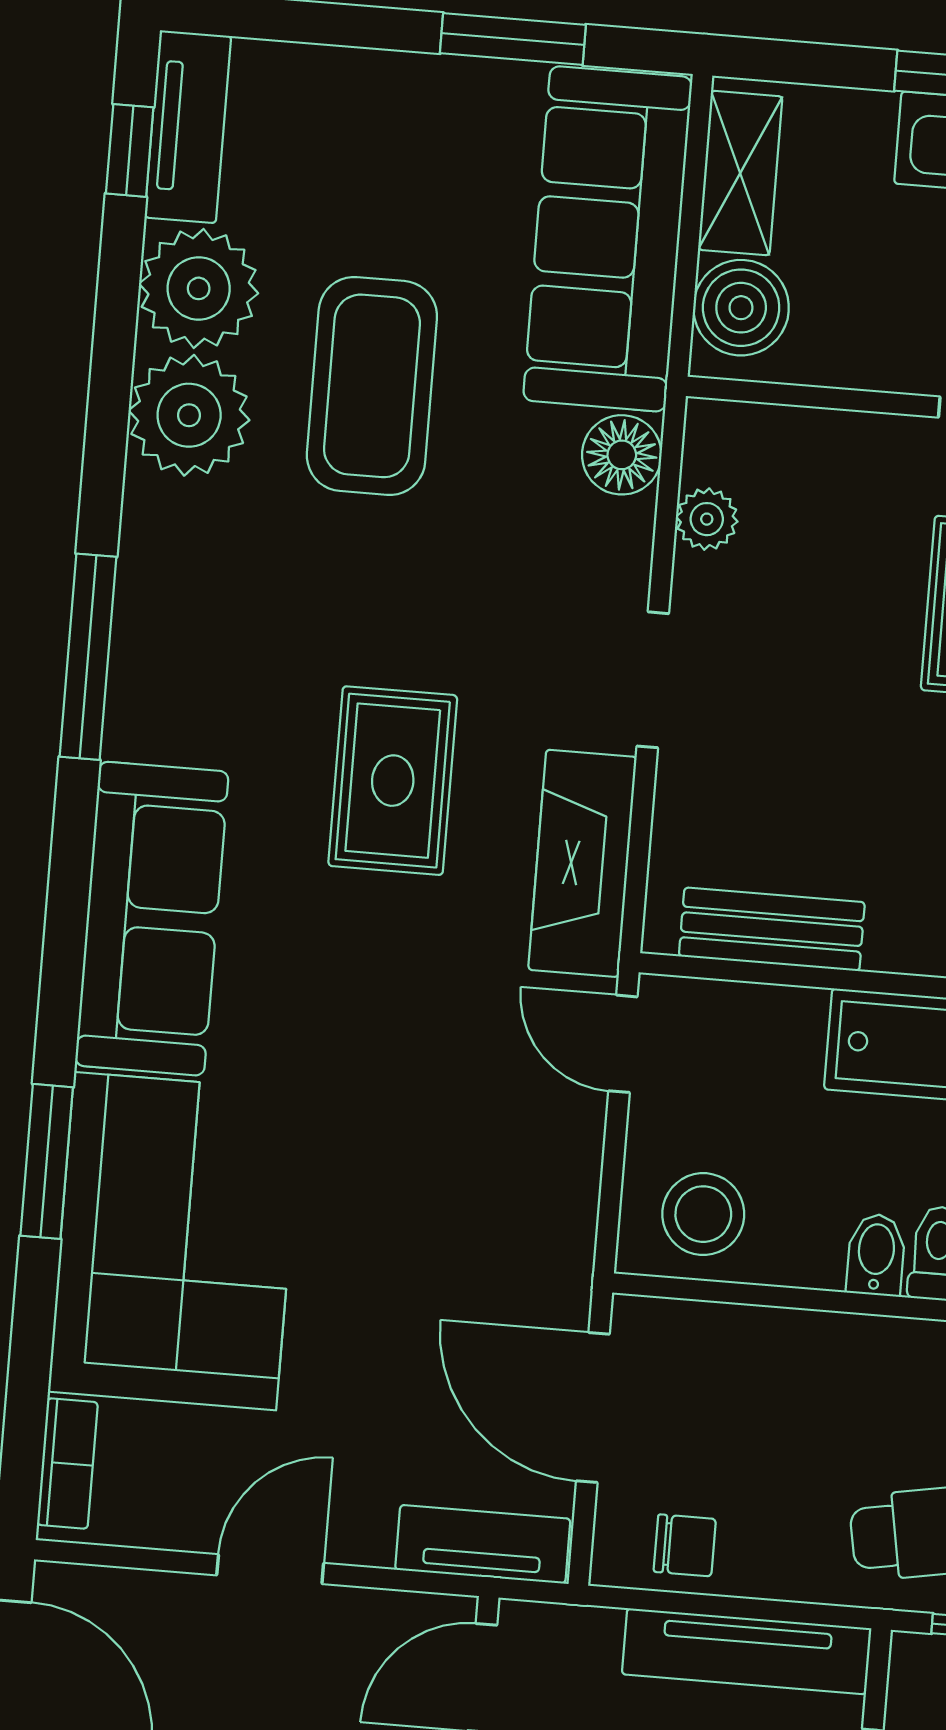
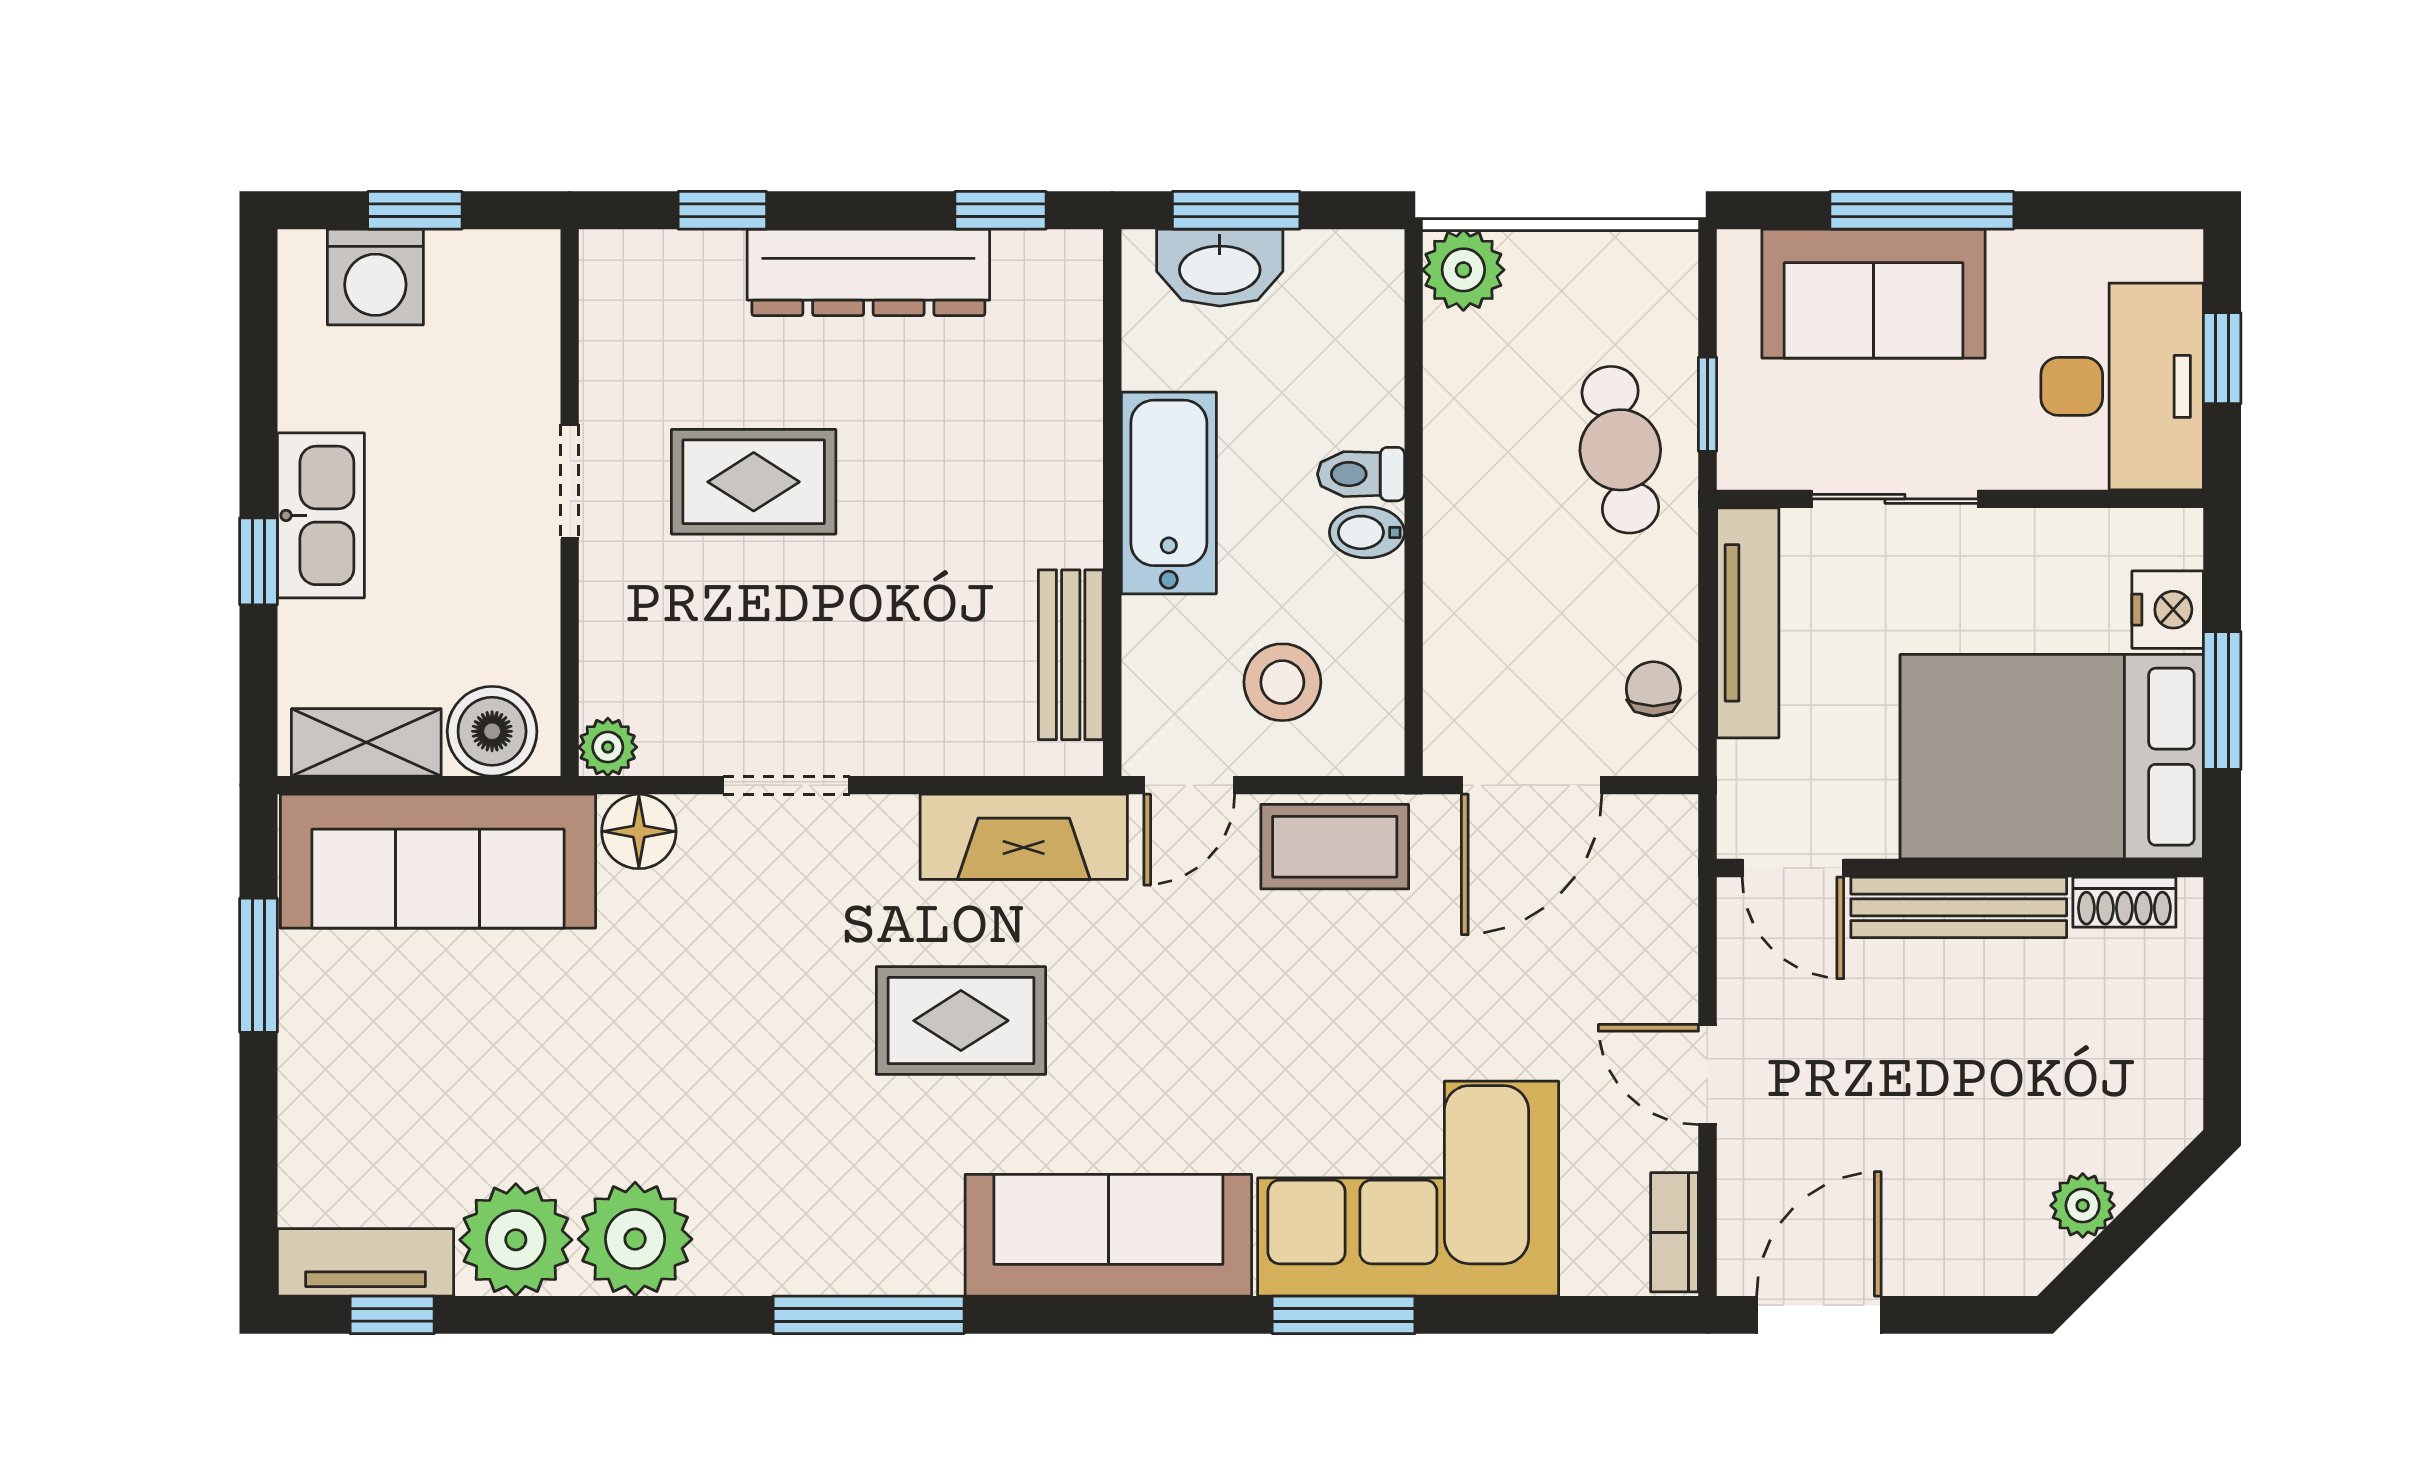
coffee table: (372, 386) -> (1335, 847), moved, width x0.73, depth x0.76
plant: (707, 519) -> (608, 747), moved
doorway: (653, 680) -> (786, 785), moved
stool: (703, 1214) -> (1282, 682), moved
bookcase: (67, 1464) -> (1675, 1232), moved, turned -90
tv unit: (483, 1544) -> (1668, 878), removed

